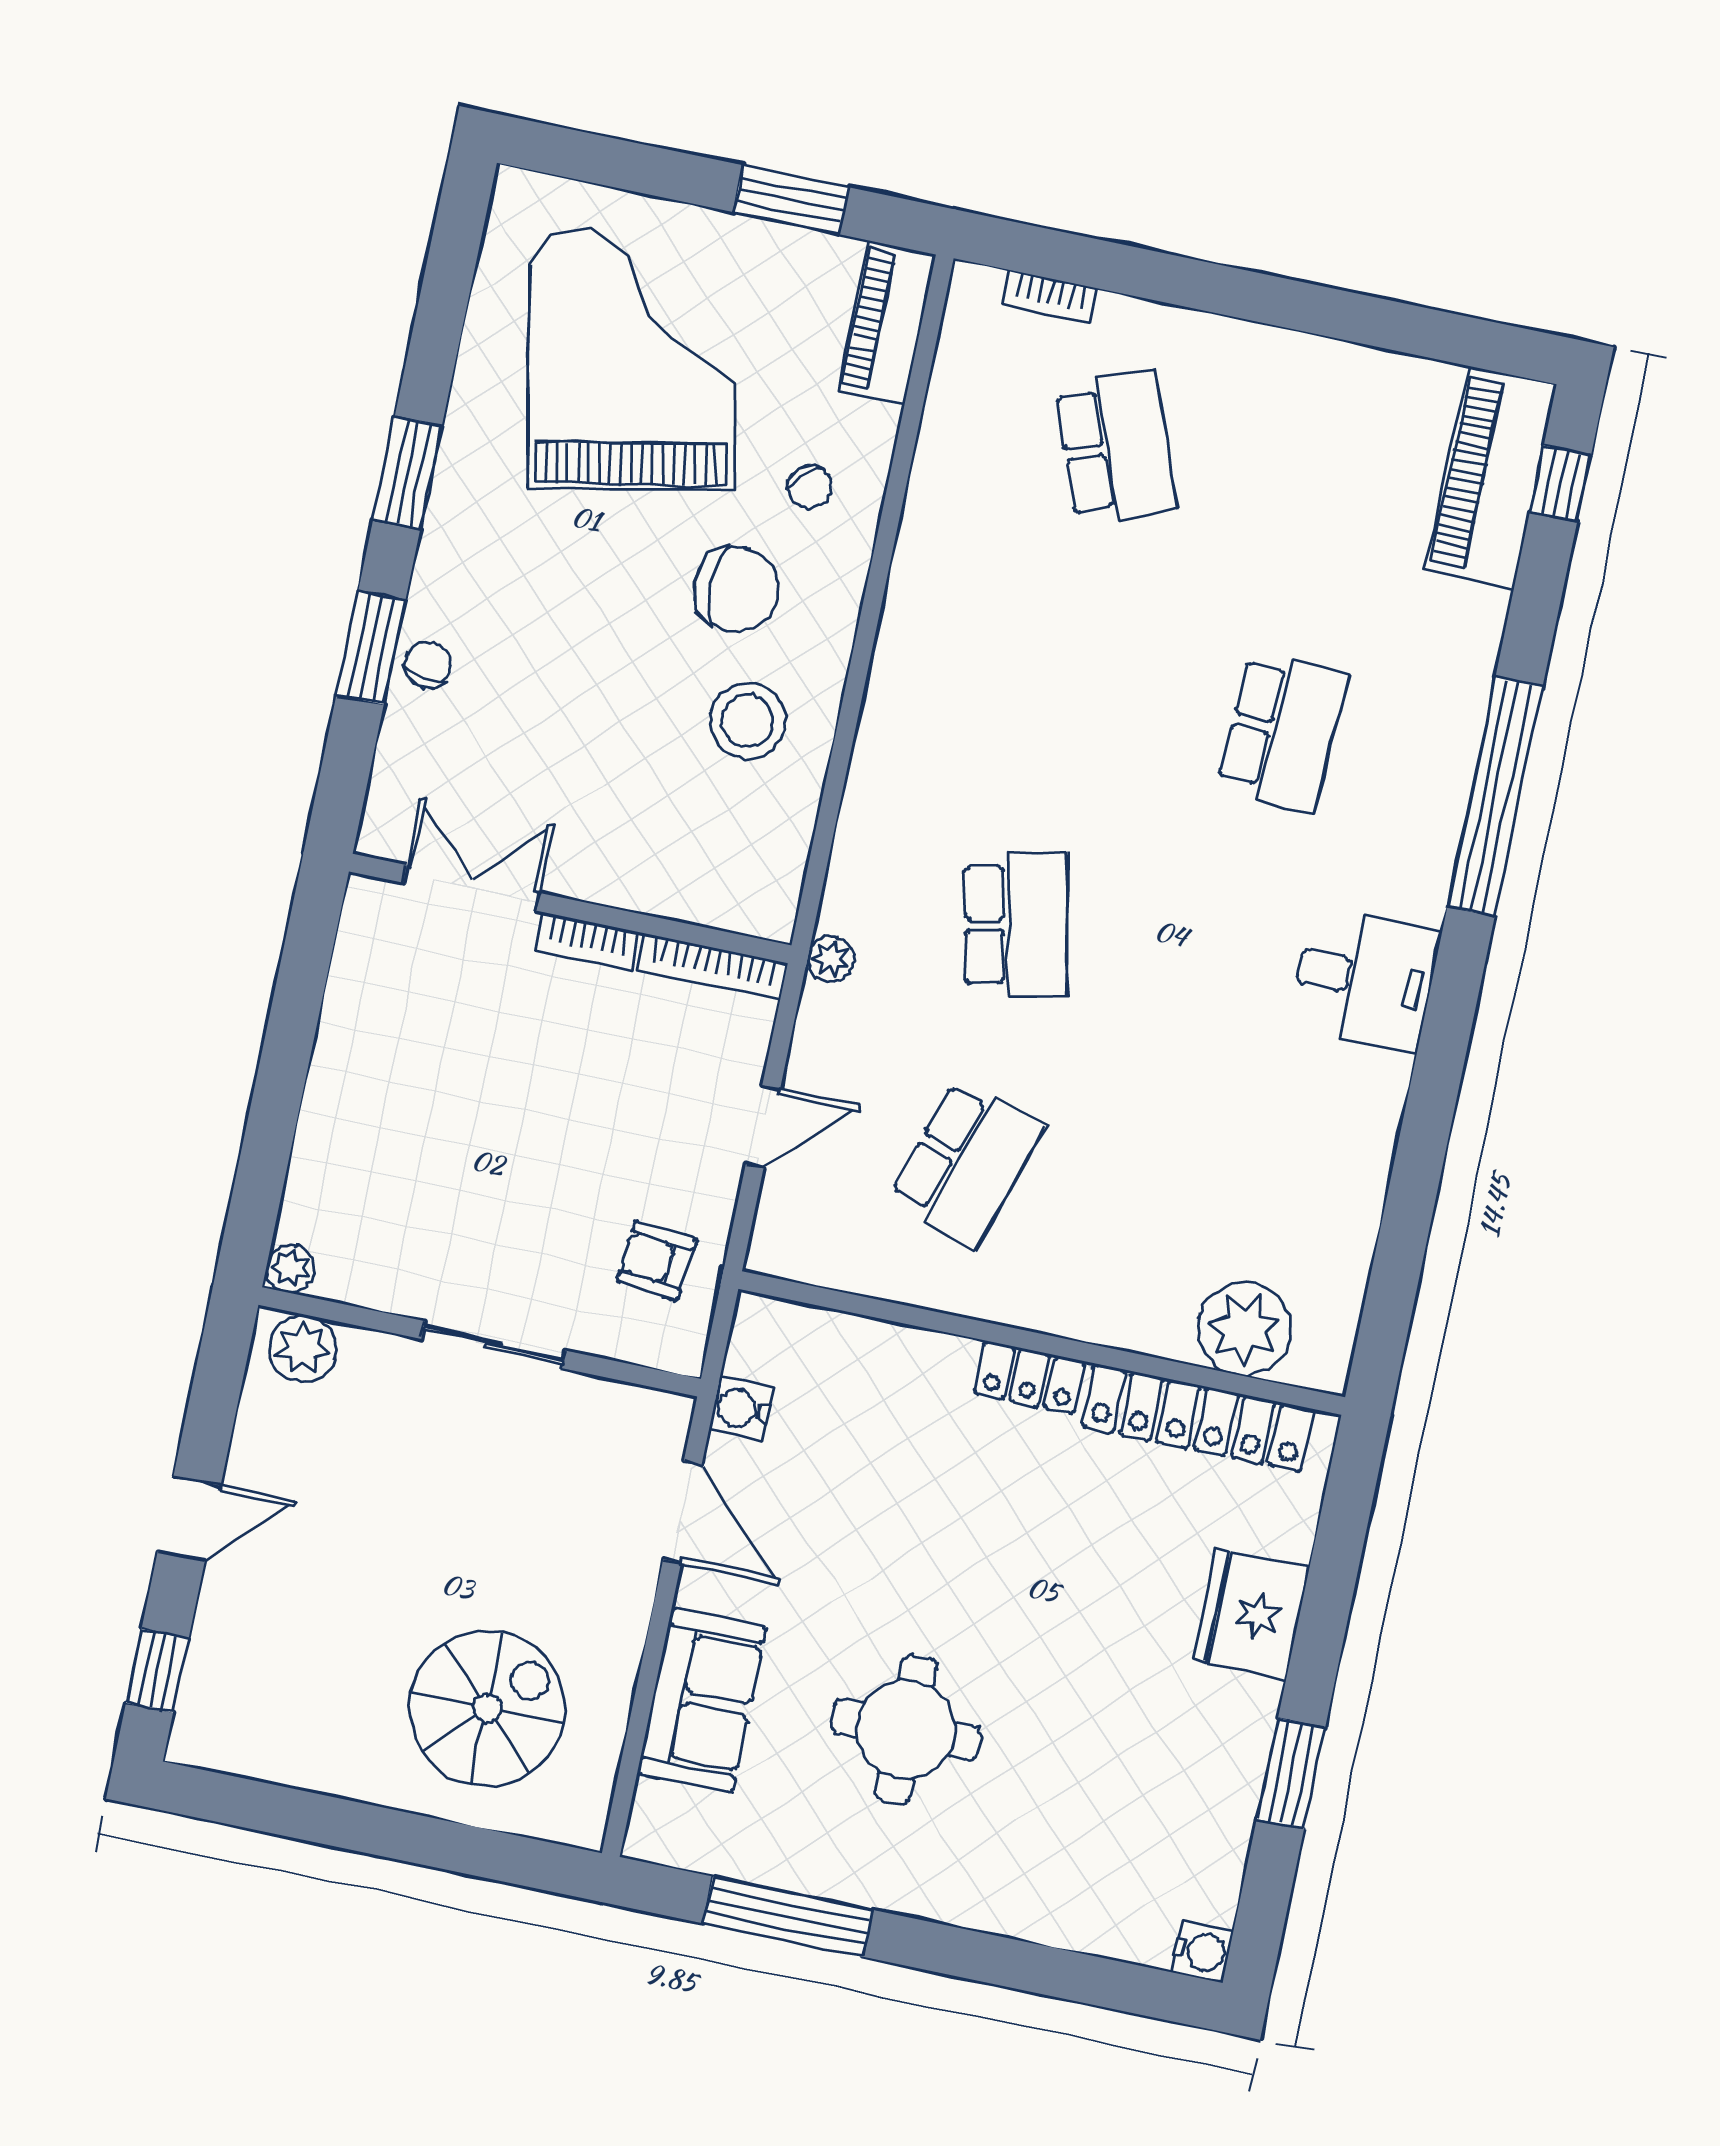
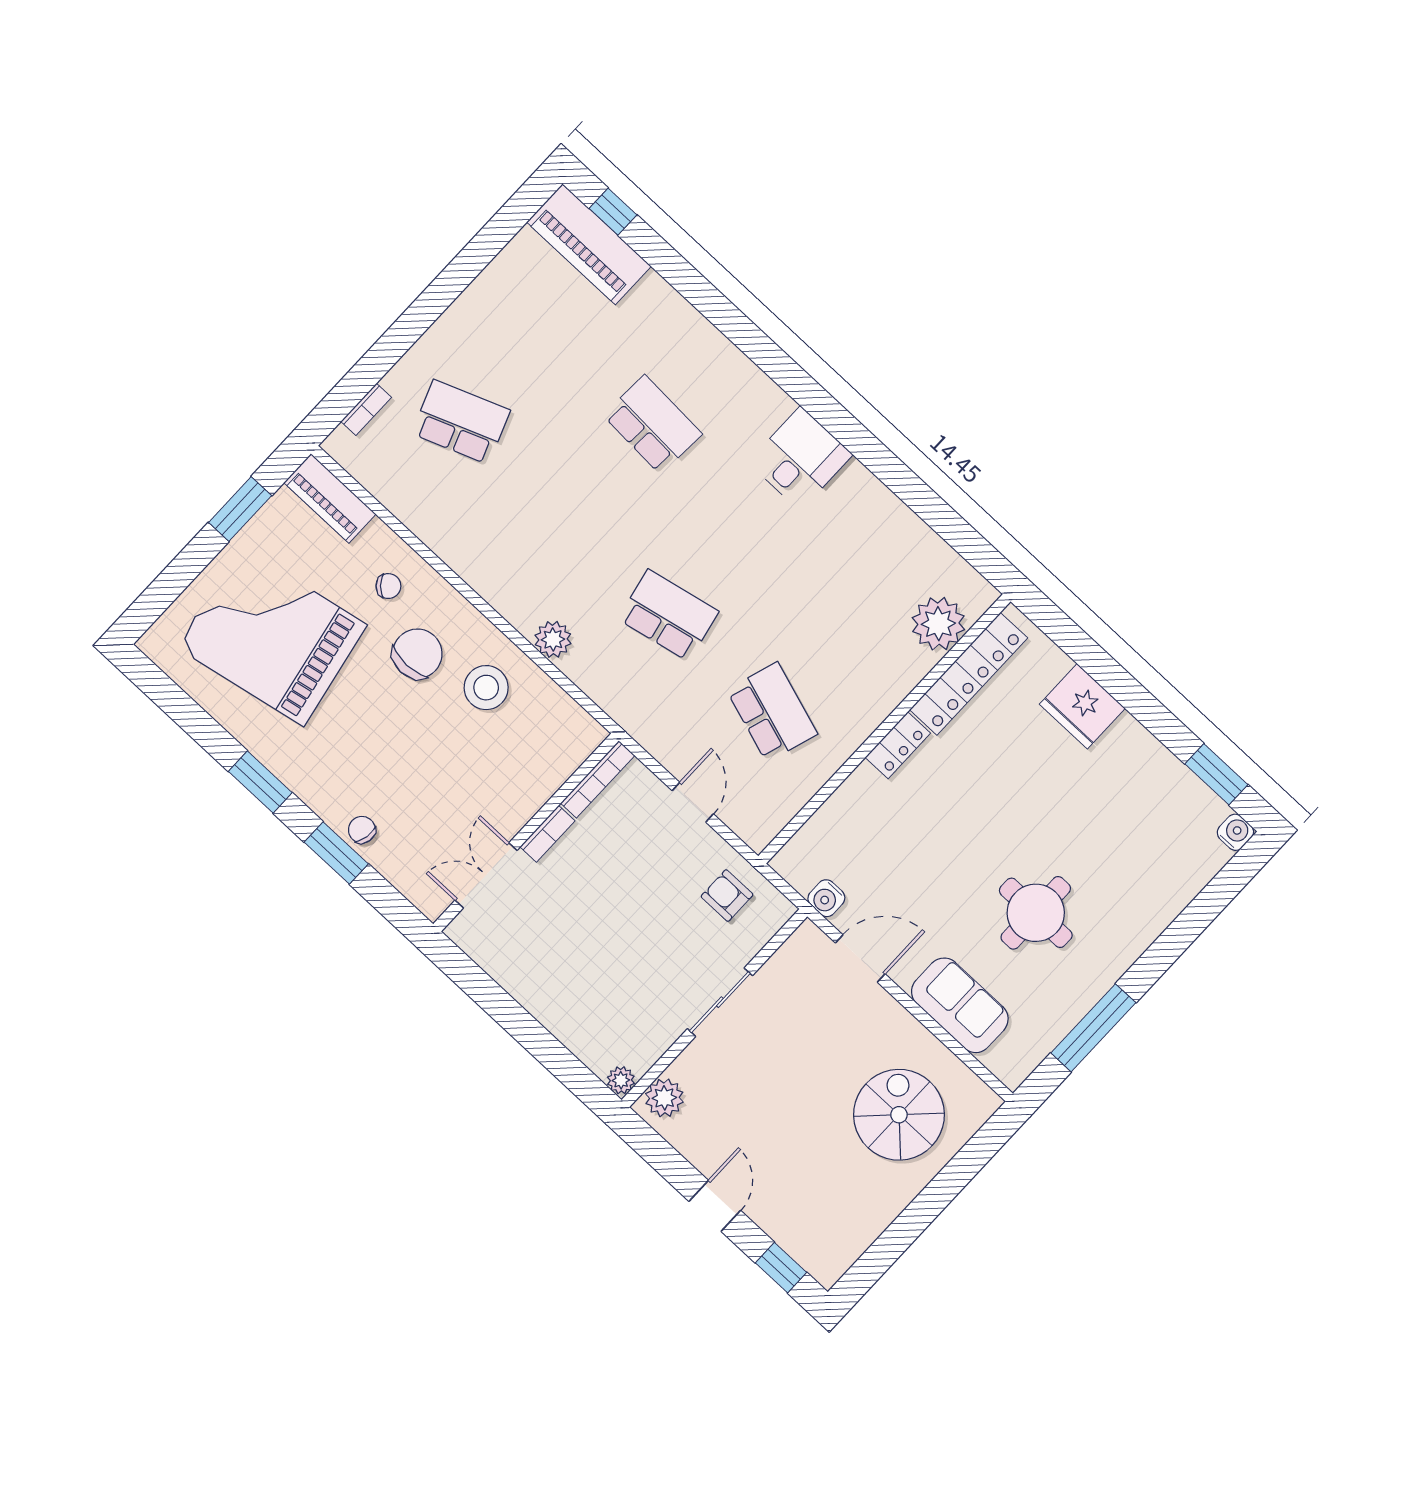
window: (1495, 797) -> (749, 338), removed
plant: (831, 959) -> (553, 639), moved, width x1.38, depth x1.38
armchair: (656, 1260) -> (727, 896), turned 84
window: (1291, 1774) -> (1216, 774), moved

